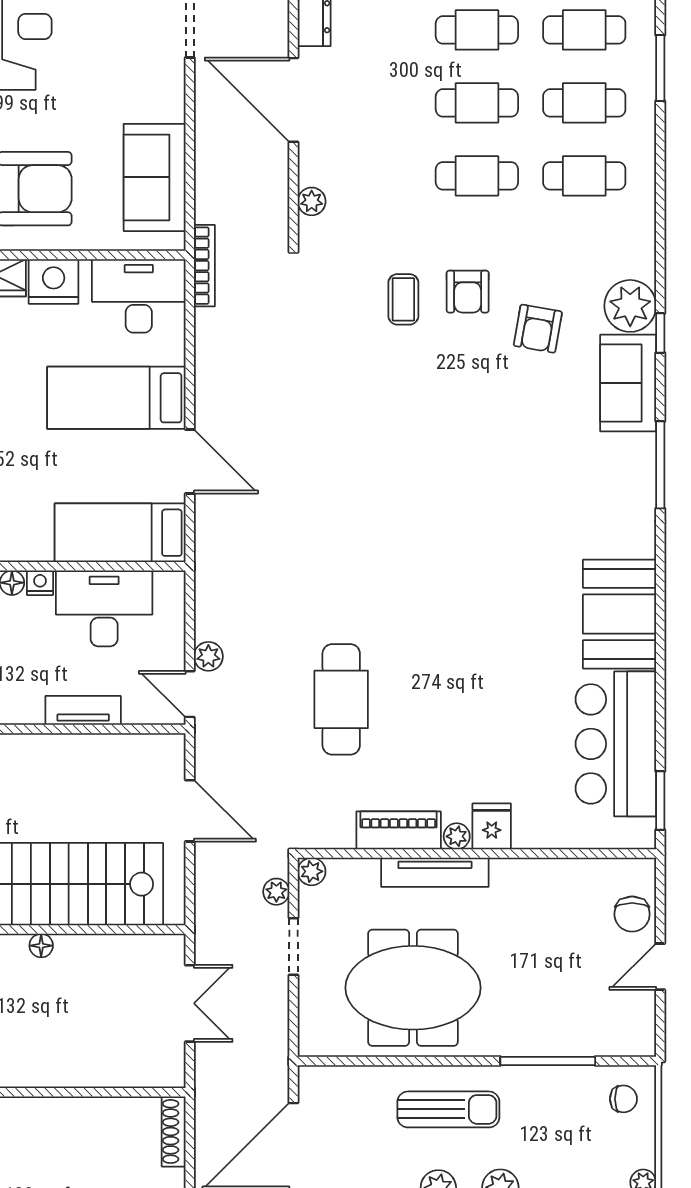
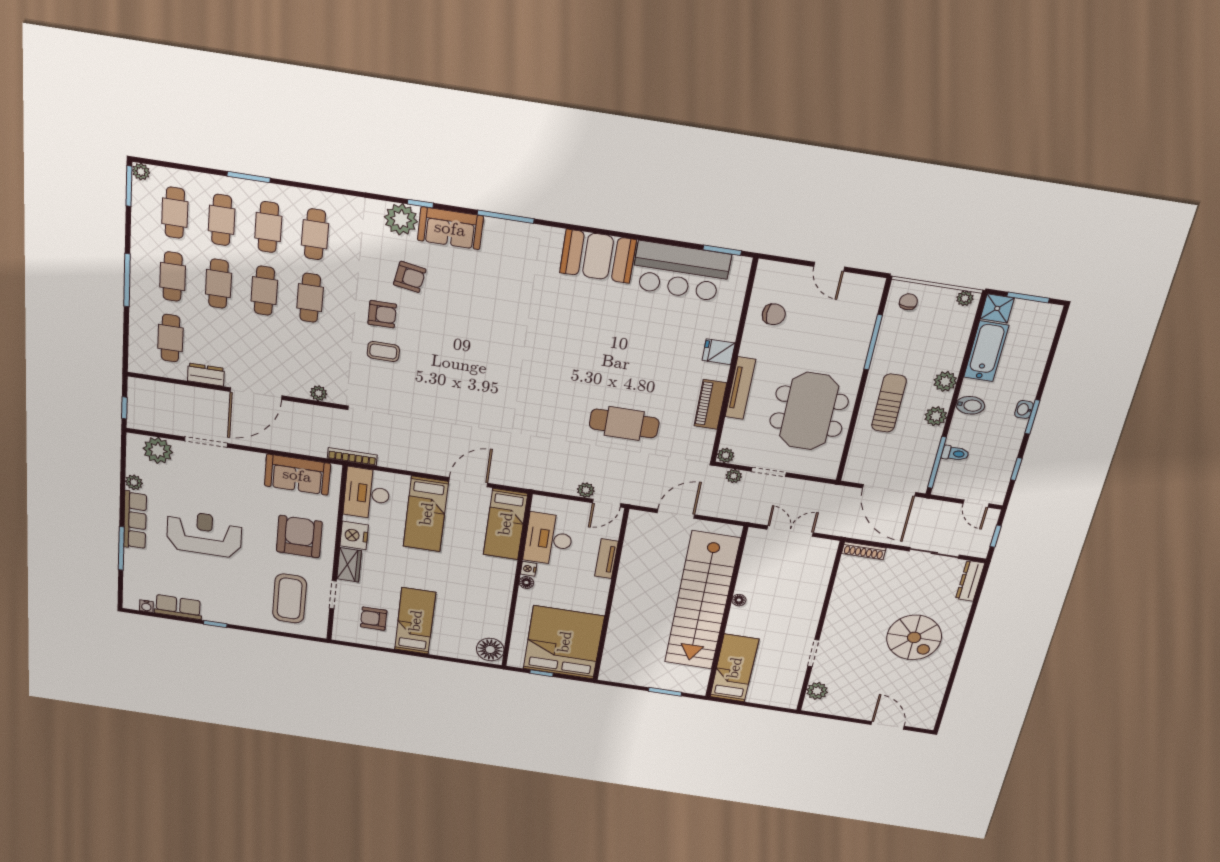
plant: (457, 836) -> (721, 373), removed
chair: (632, 914) -> (774, 314), moved

